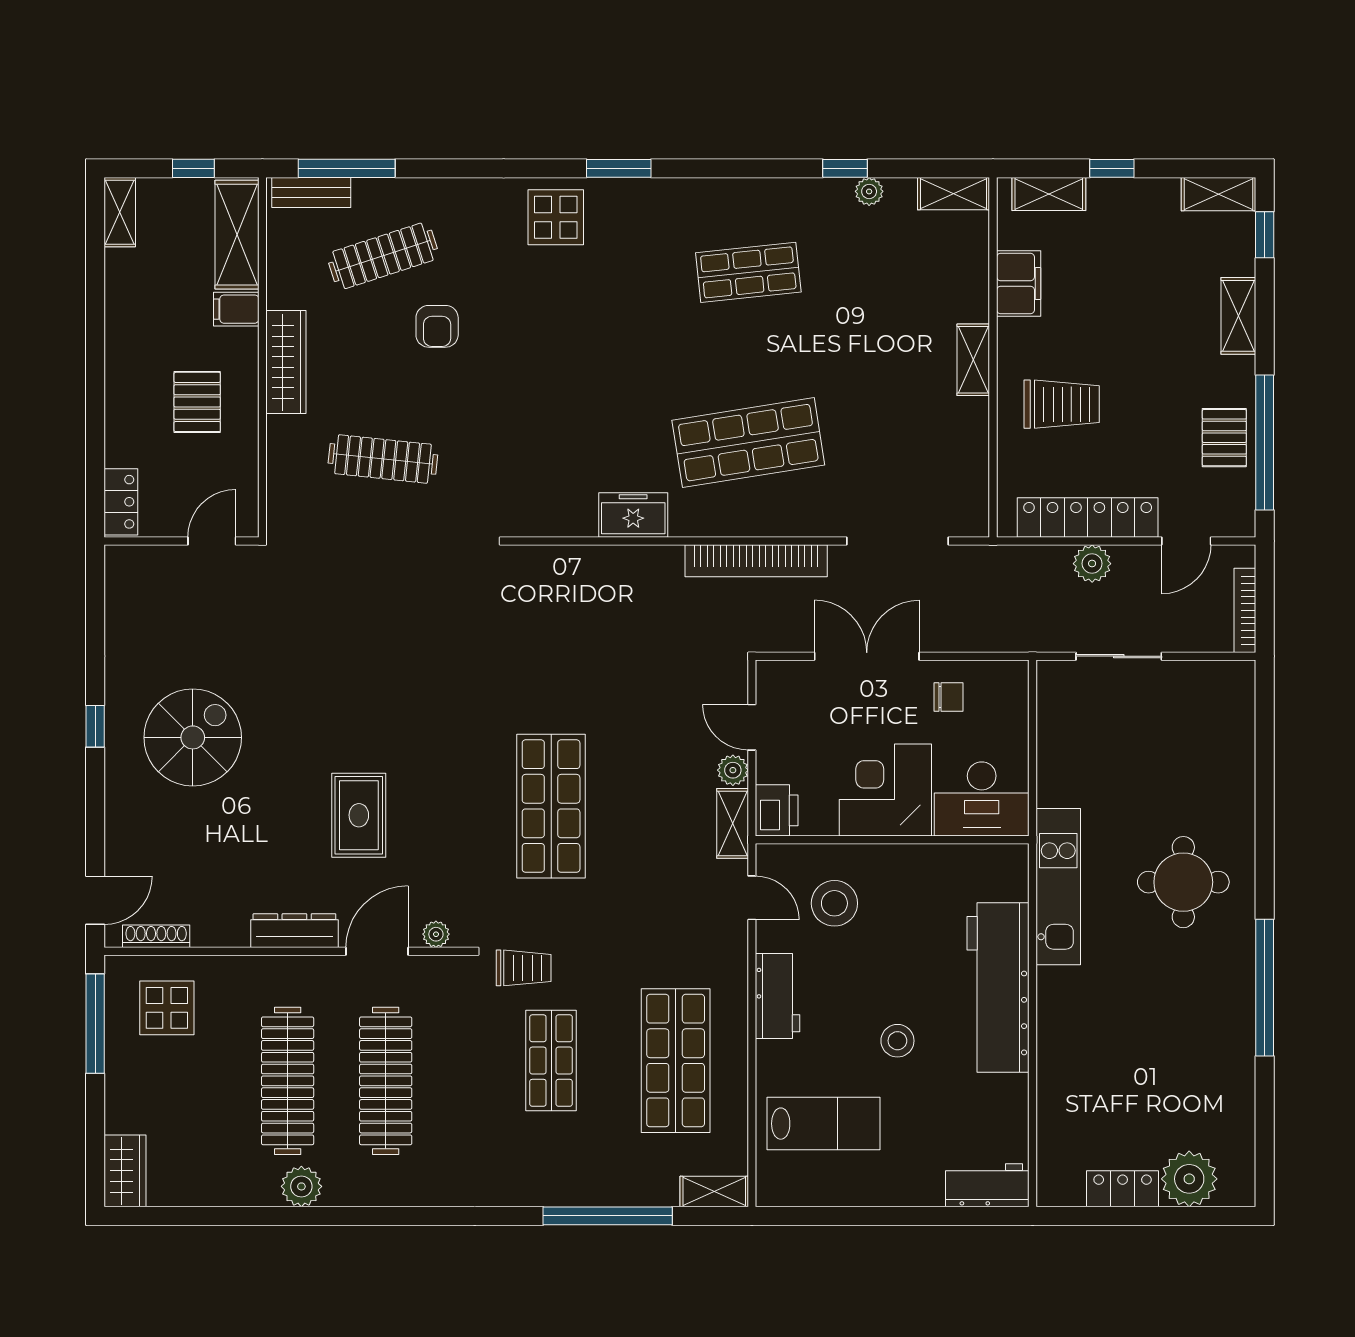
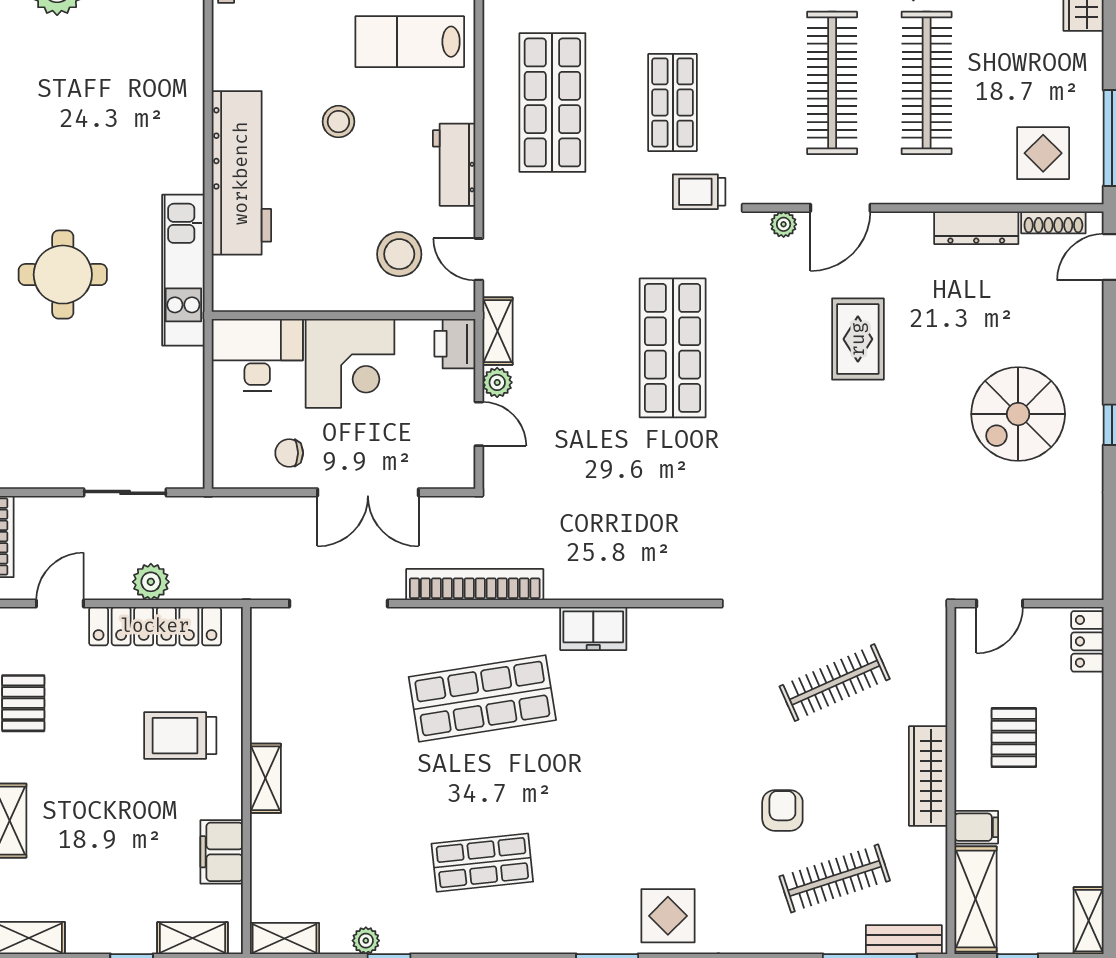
clothes rail: (383, 459) -> (835, 683), turned -30
dresser: (294, 931) -> (976, 228), moved

